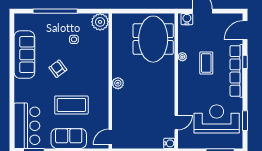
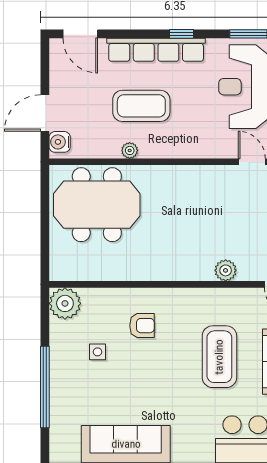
window: (245, 62) -> (182, 34), moved
coffee table: (206, 63) -> (141, 106), width x1.36, depth x1.32
armchair: (58, 69) -> (142, 326), moved, turned -143
plant: (118, 83) -> (226, 270), moved

